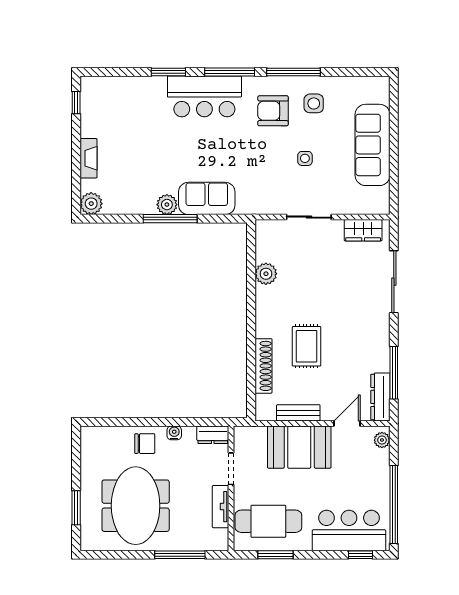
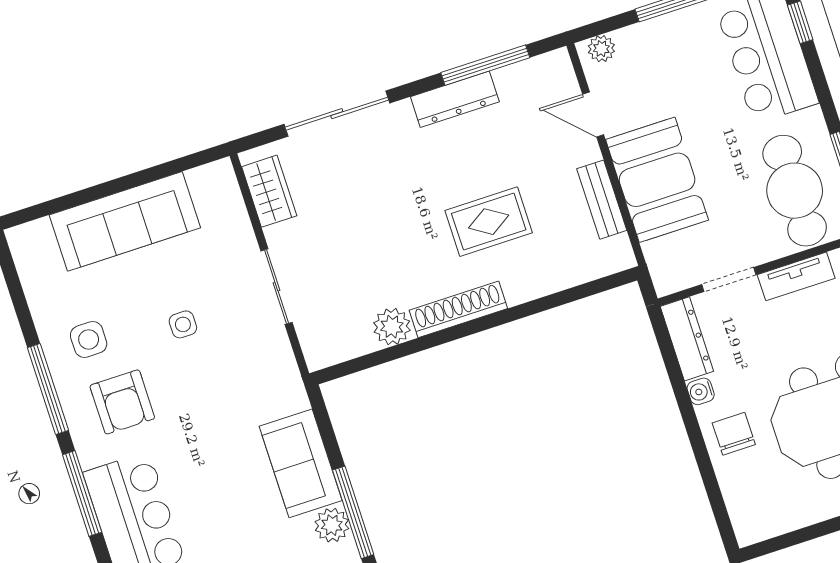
shoe rack: (263, 366) -> (458, 309), moved
dresser: (380, 397) -> (455, 99), moved
dresser: (213, 435) -> (687, 339), width x1.44

